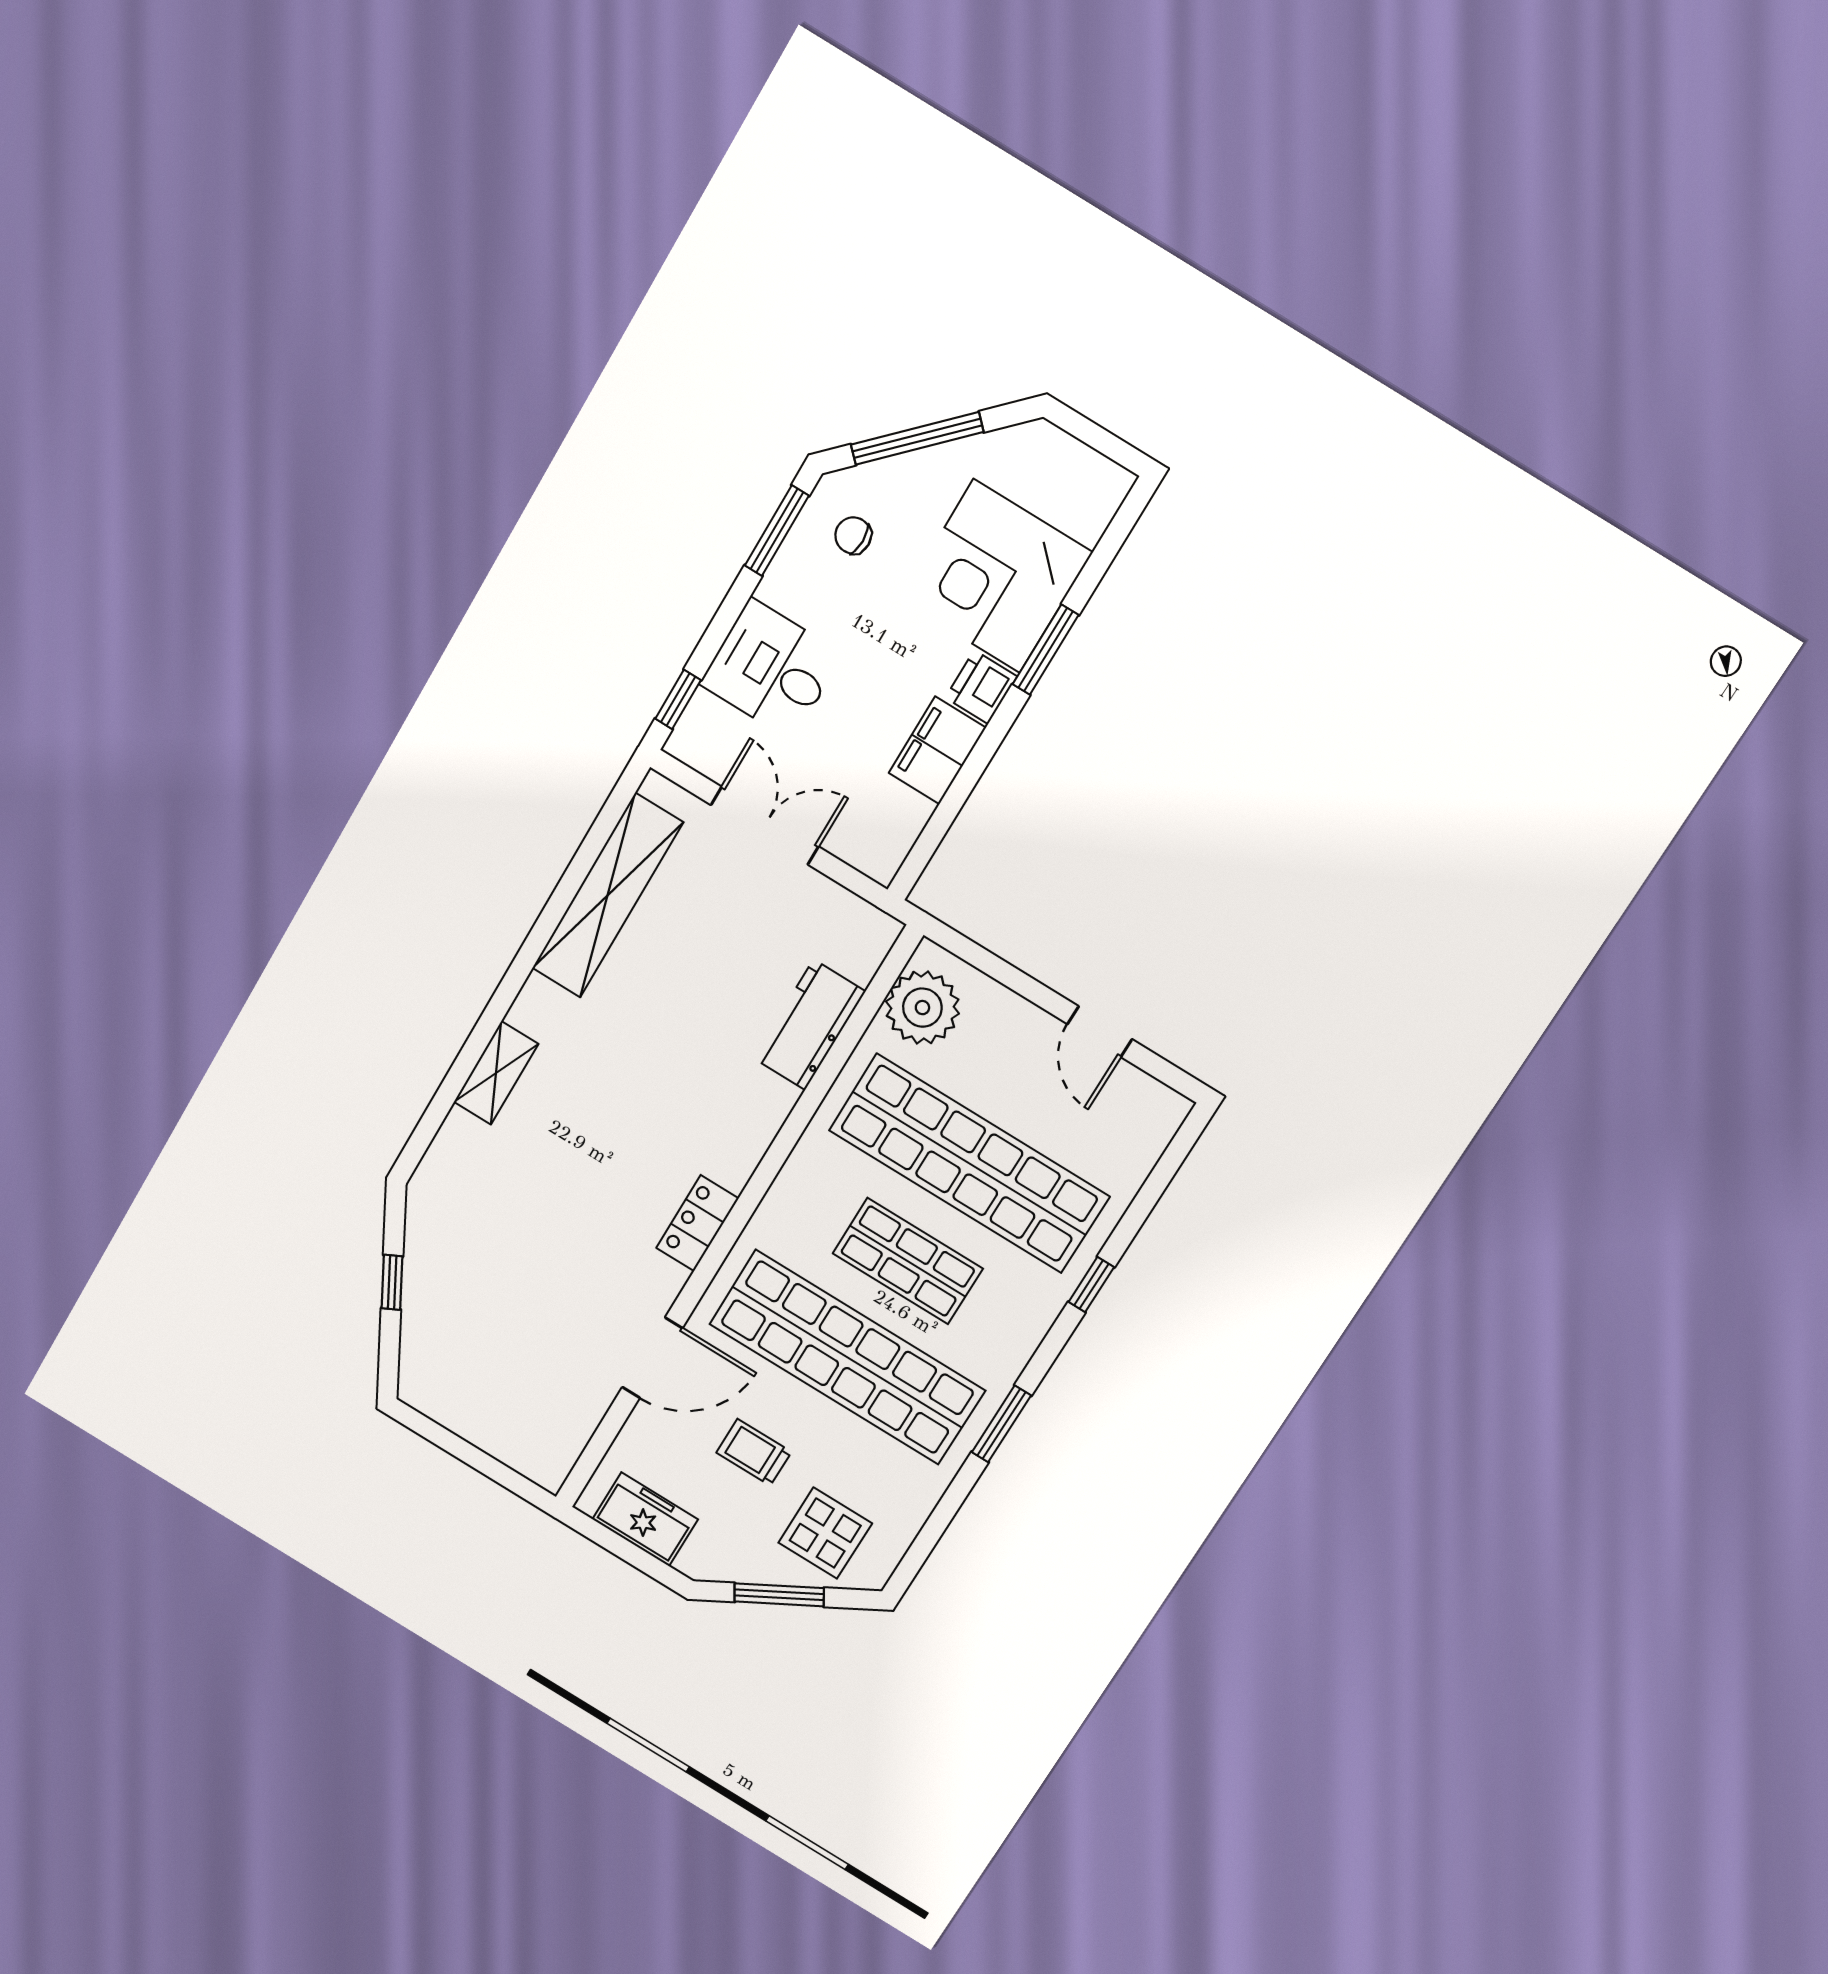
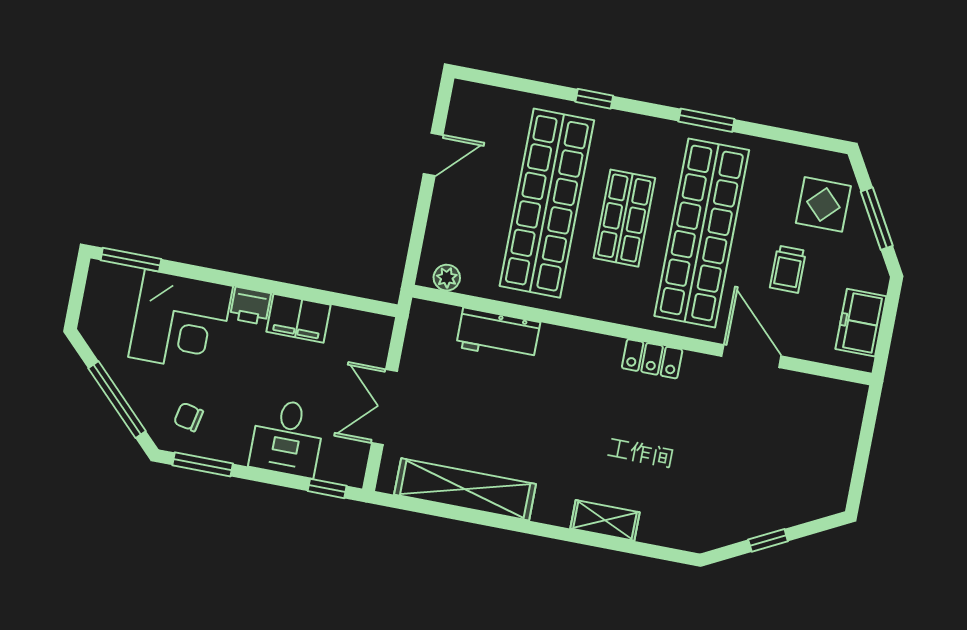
chair: (853, 535) -> (189, 417), turned 102
window: (1046, 650) -> (131, 260), moved
plant: (922, 1008) -> (447, 278), width x0.53, depth x0.53

